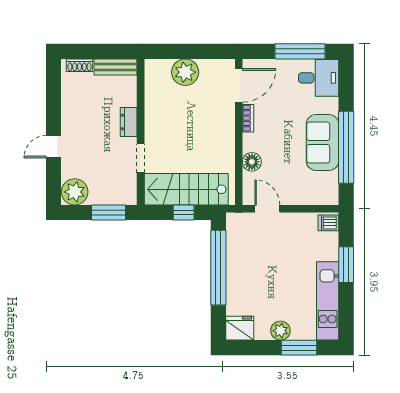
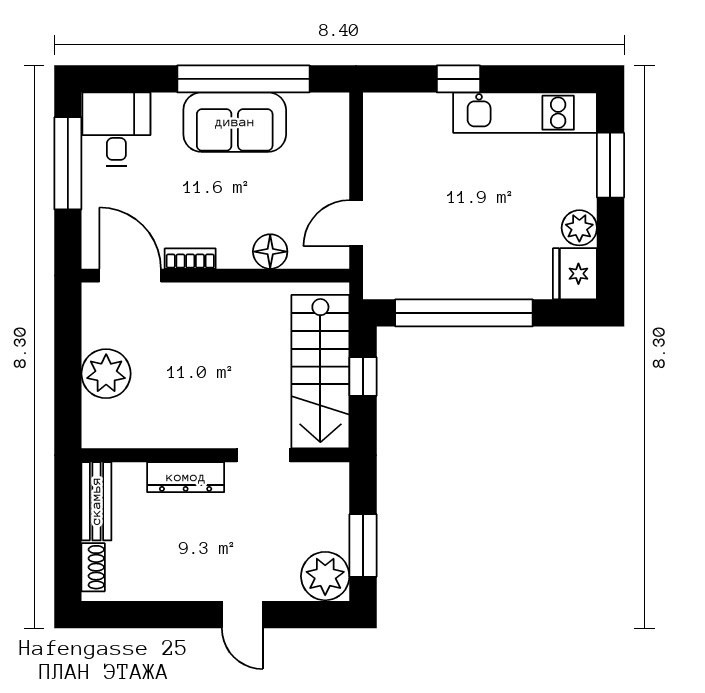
dresser: (129, 122) -> (186, 477), width x1.44
window: (109, 212) -> (363, 545), moved
dishwasher: (328, 223) -> (382, 111), removed
window: (346, 265) -> (458, 79), width x0.67
plant: (280, 331) -> (579, 228), moved

